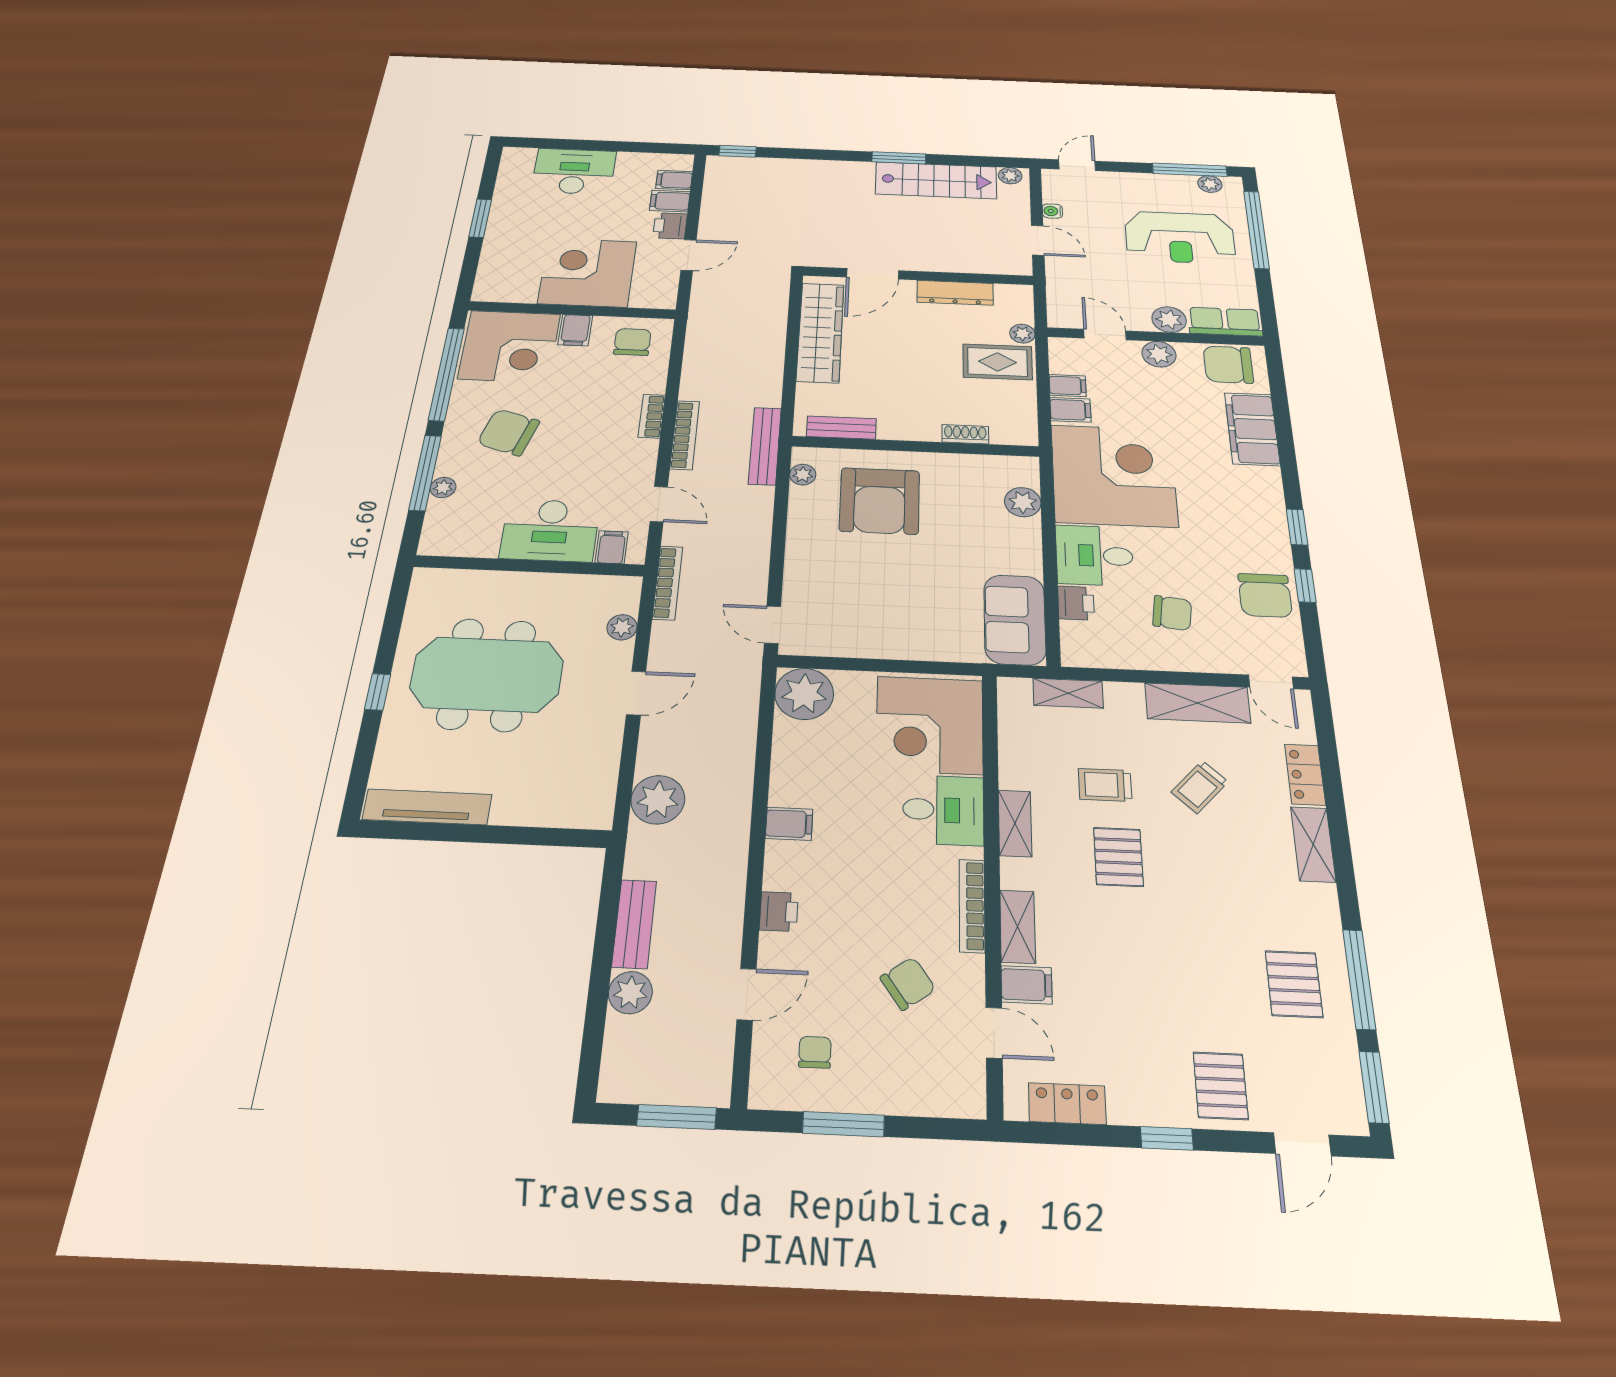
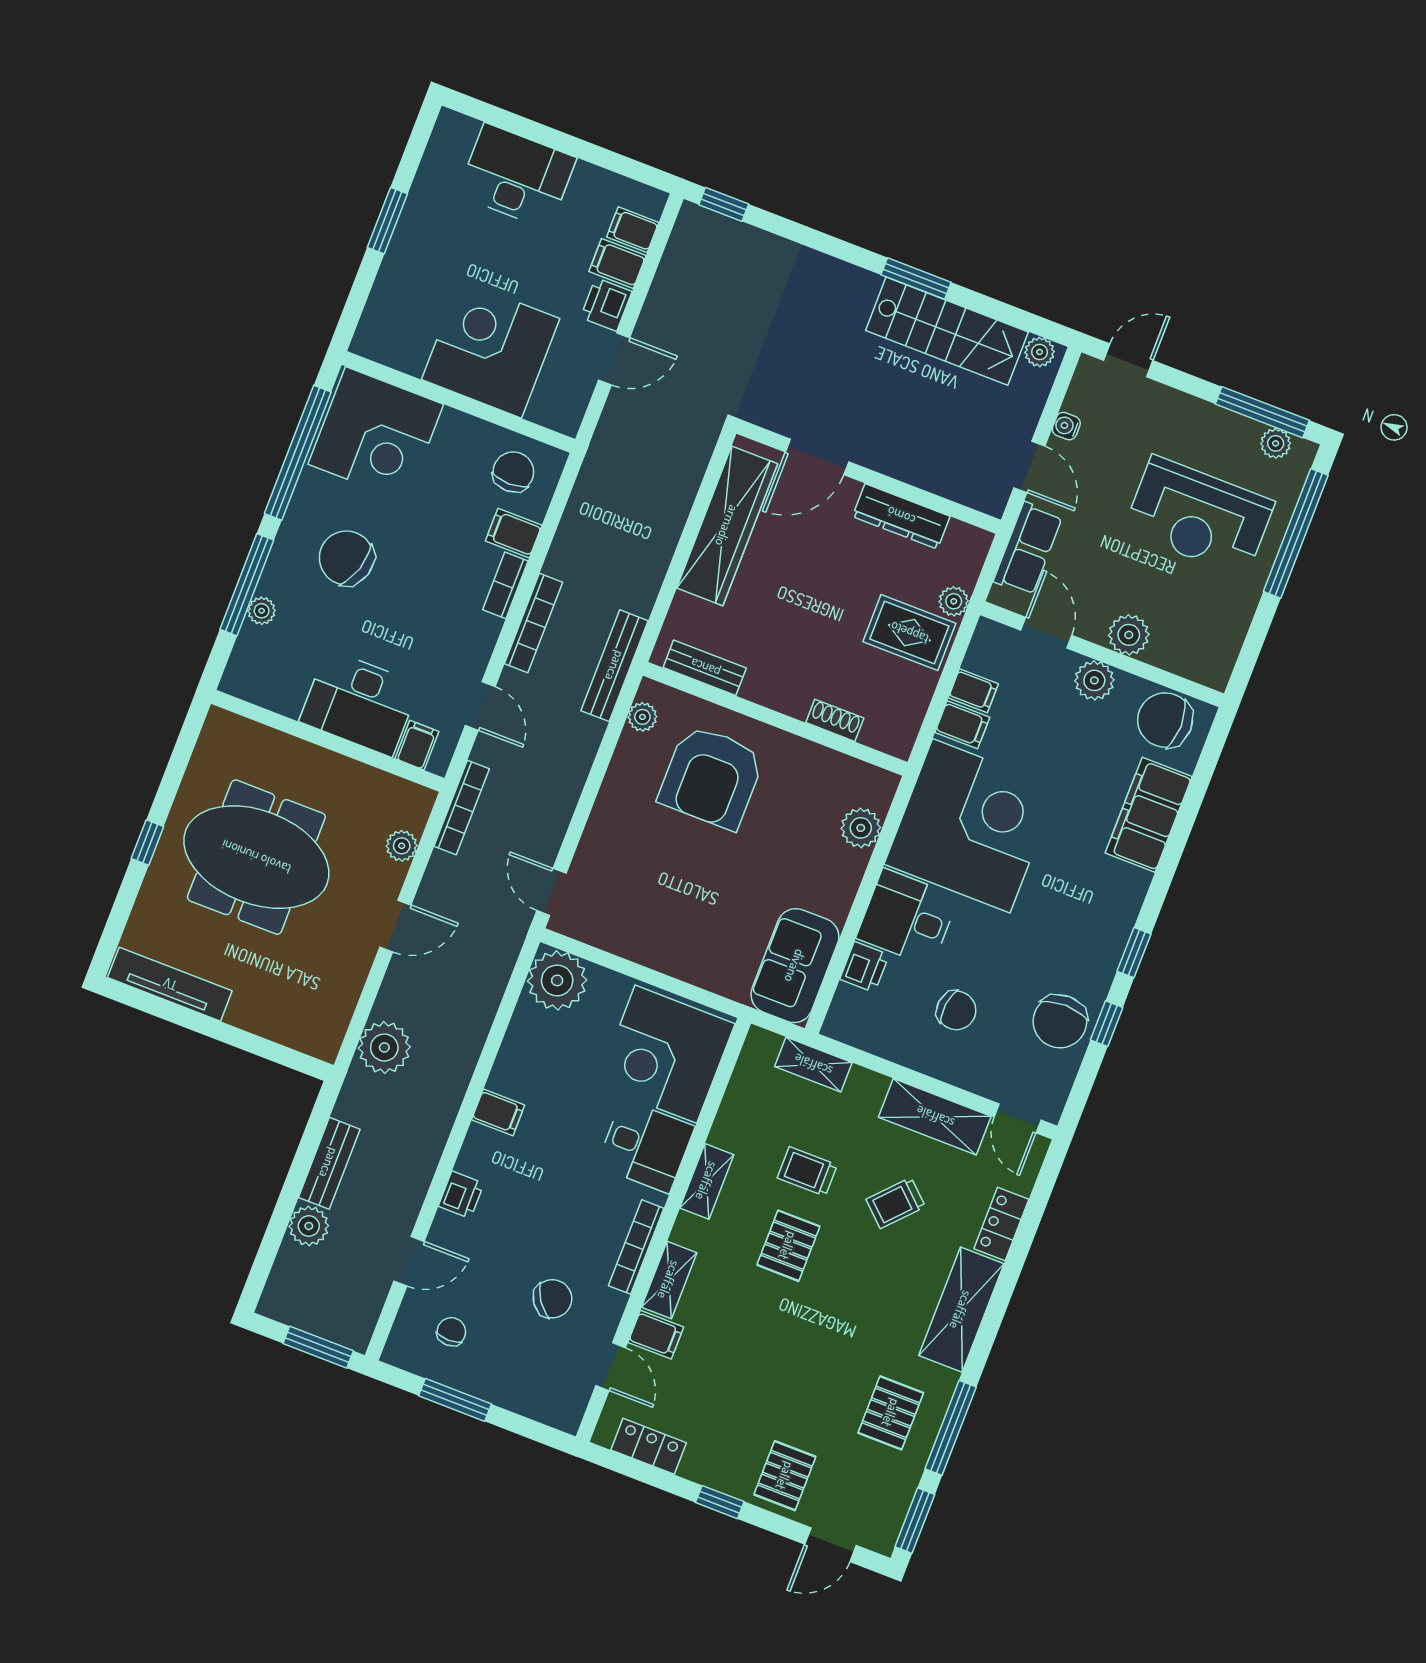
row of seats: (1225, 322) -> (1028, 549), moved, turned 90
filing cabinet: (575, 330) -> (514, 533), moved, turned 90
shelving: (1313, 844) -> (961, 1310), width x1.50, depth x1.33

